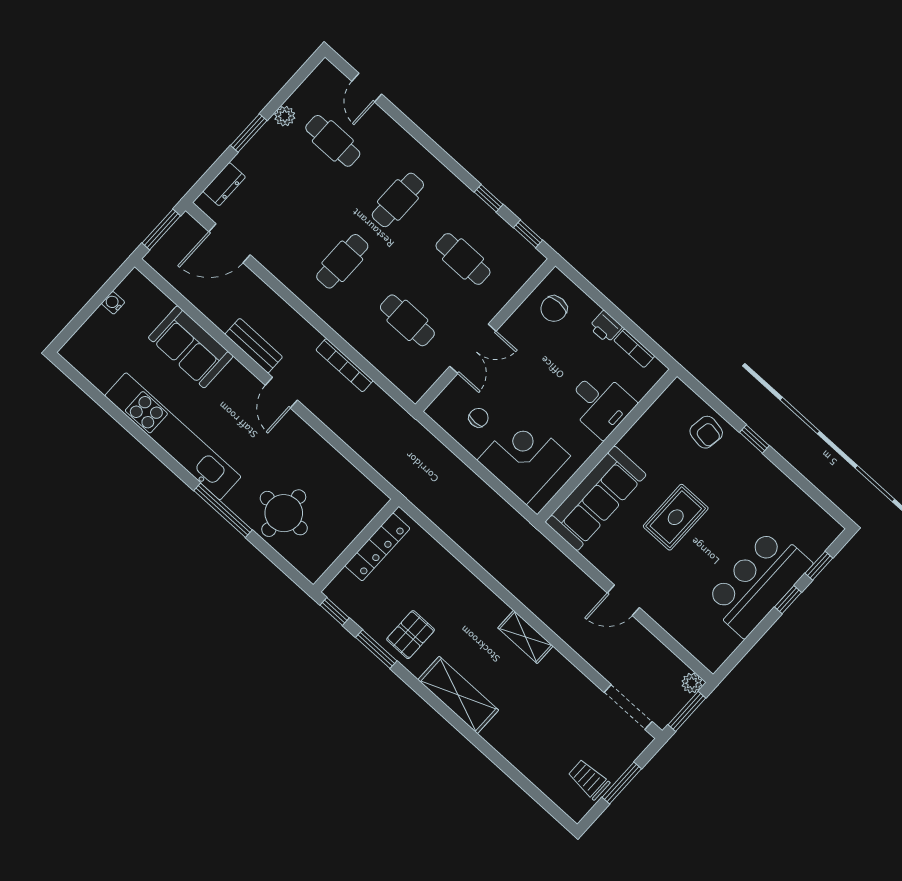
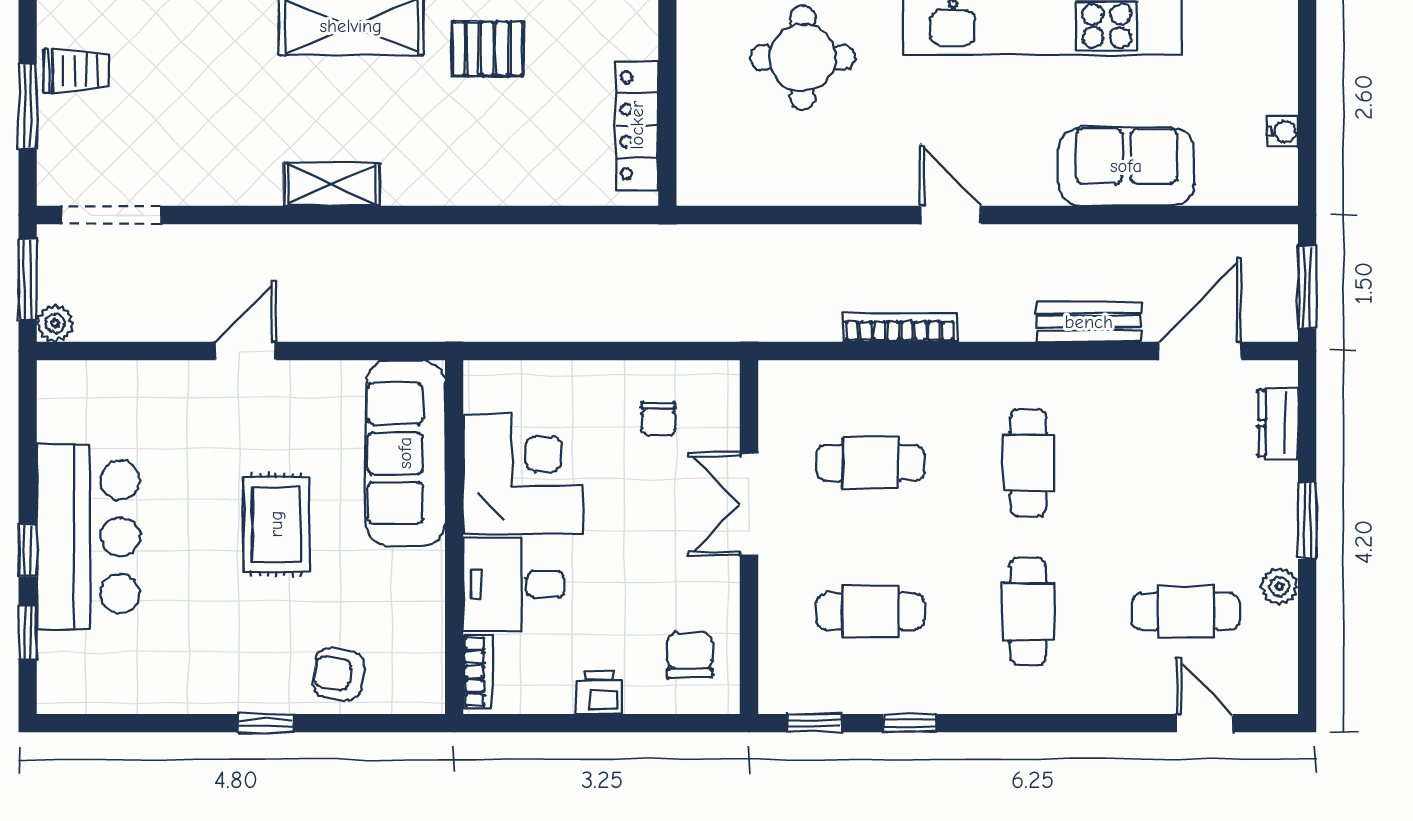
bench: (254, 346) -> (1089, 322), moved
bookcase: (634, 348) -> (478, 672), moved, turned 90
corner desk: (524, 458) -> (523, 474), moved, turned -90
pallet: (411, 635) -> (487, 49), turned 90

